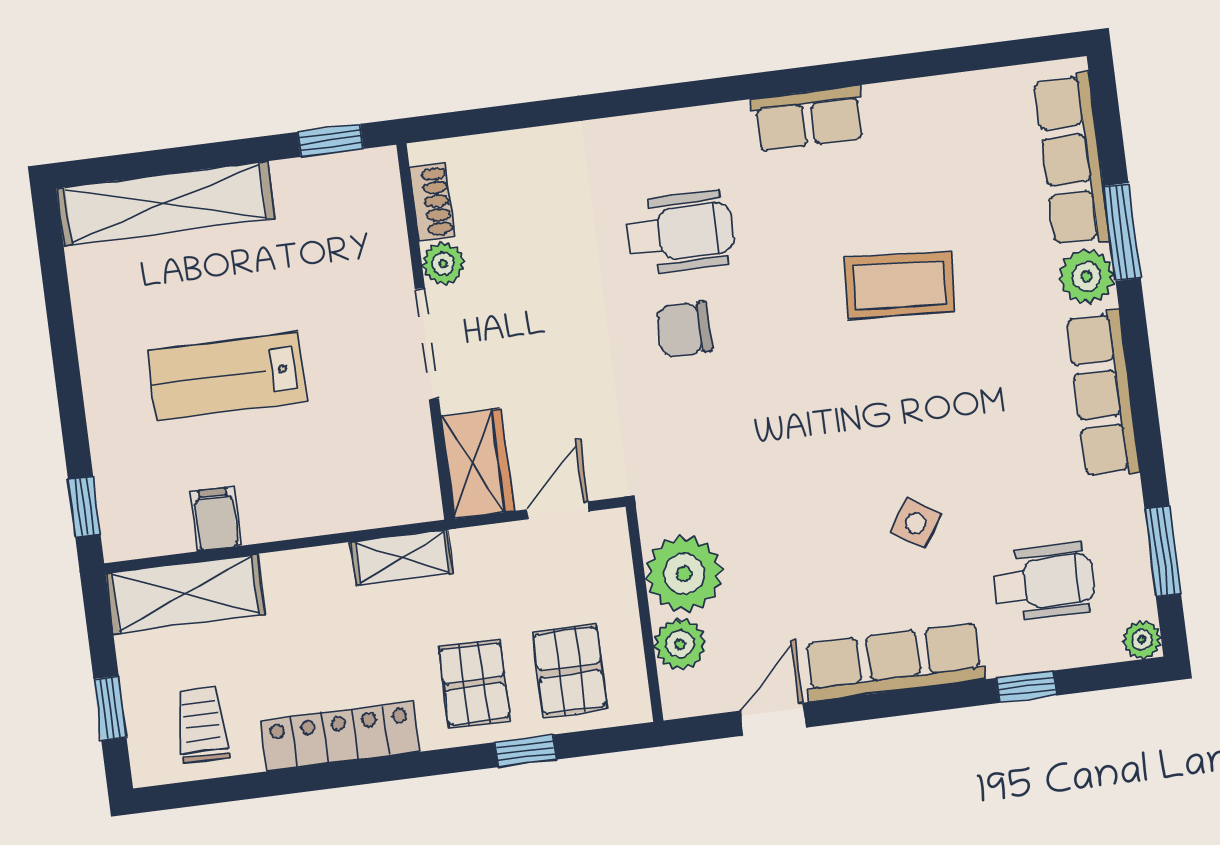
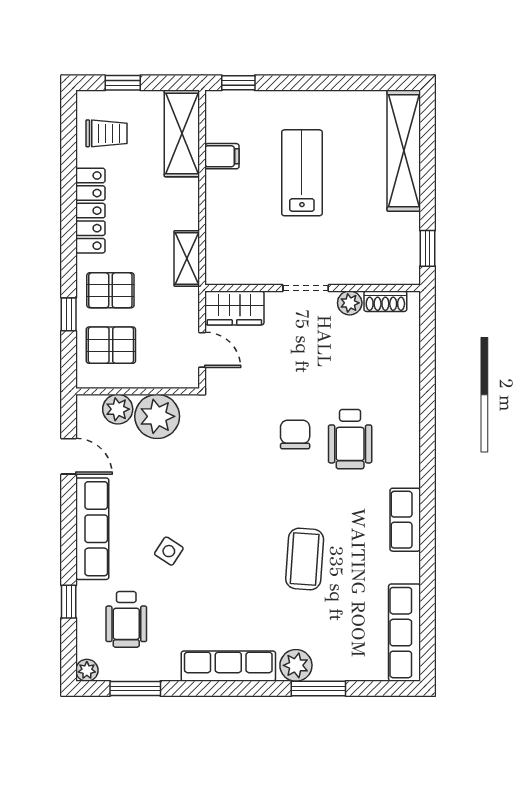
row of seats: (1072, 160) -> (405, 633), moved, turned -90
doorway: (427, 344) -> (306, 288), width x0.73

